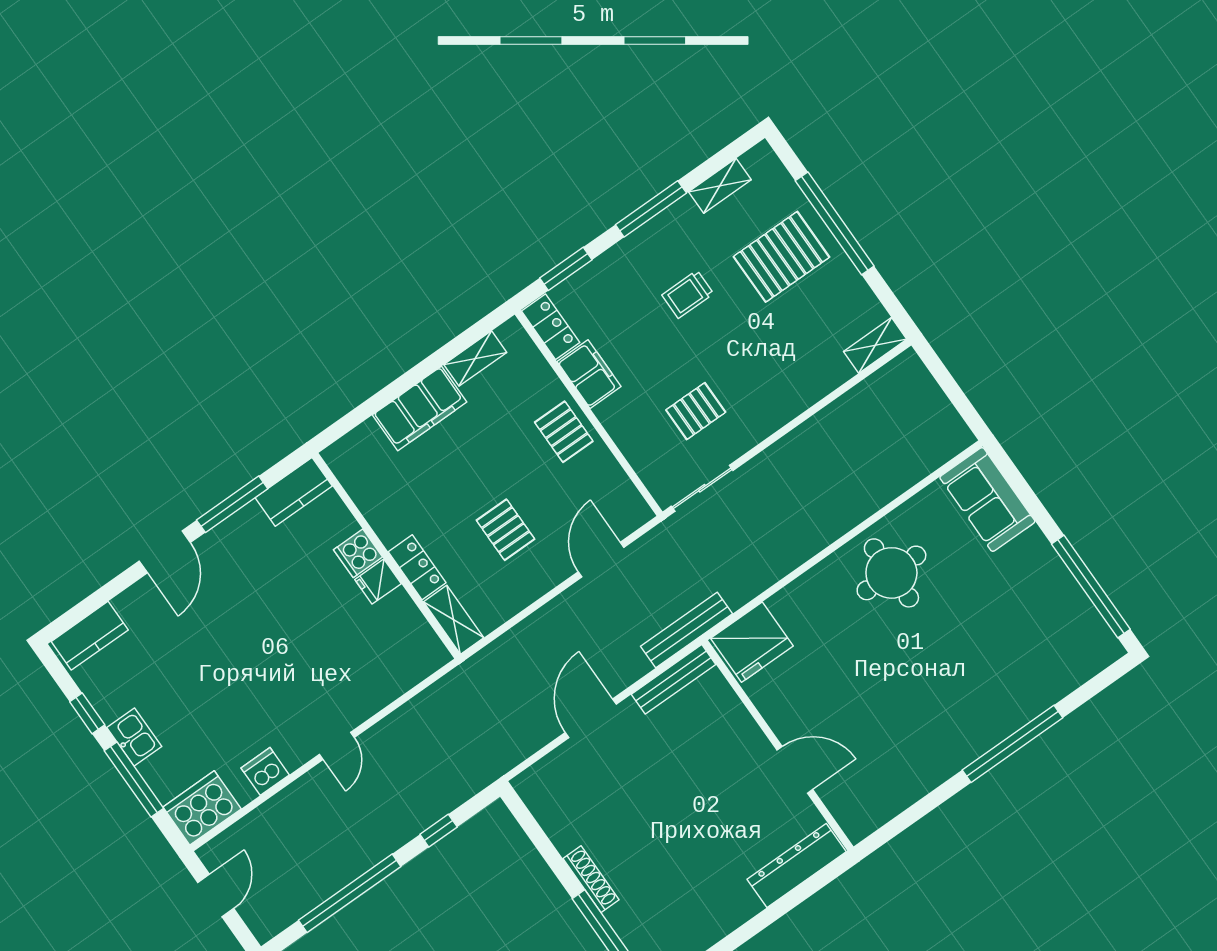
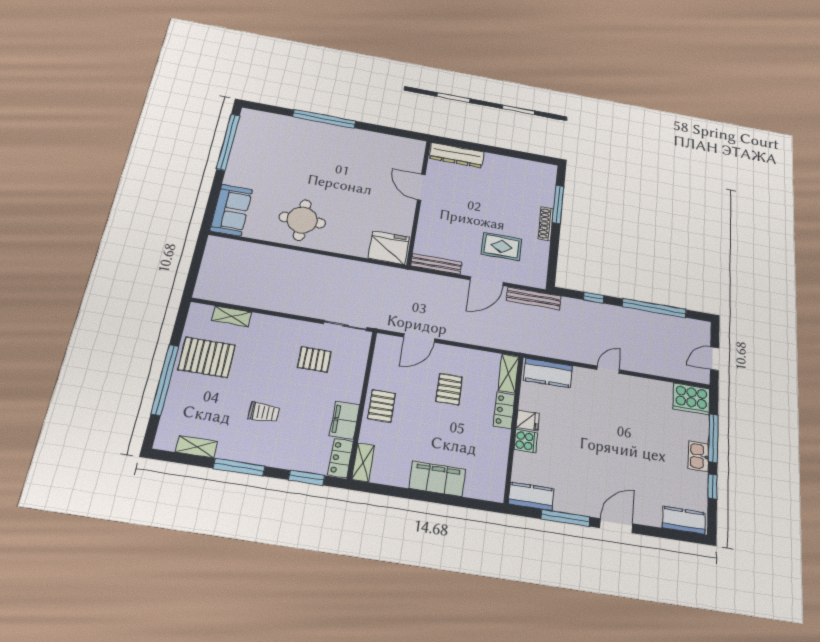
pallet: (781, 257) -> (207, 357), moved
shelving: (875, 345) -> (232, 316), moved
shelving: (475, 358) -> (363, 462), moved, turned 90
bench: (687, 630) -> (534, 298), moved
kitchen counter: (407, 668) -> (548, 373), added
dishwasher: (265, 771) -> (650, 388), removed
rug: (617, 787) -> (501, 247), added

